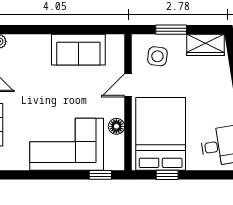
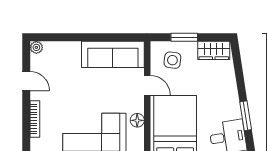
sofa: (78, 50) -> (113, 54), width x1.36
door: (128, 85) -> (147, 85), swing flipped

